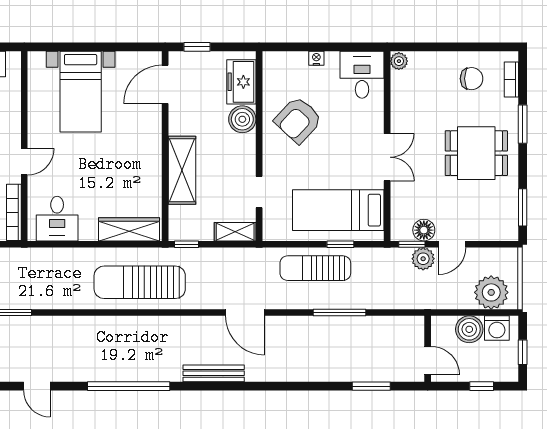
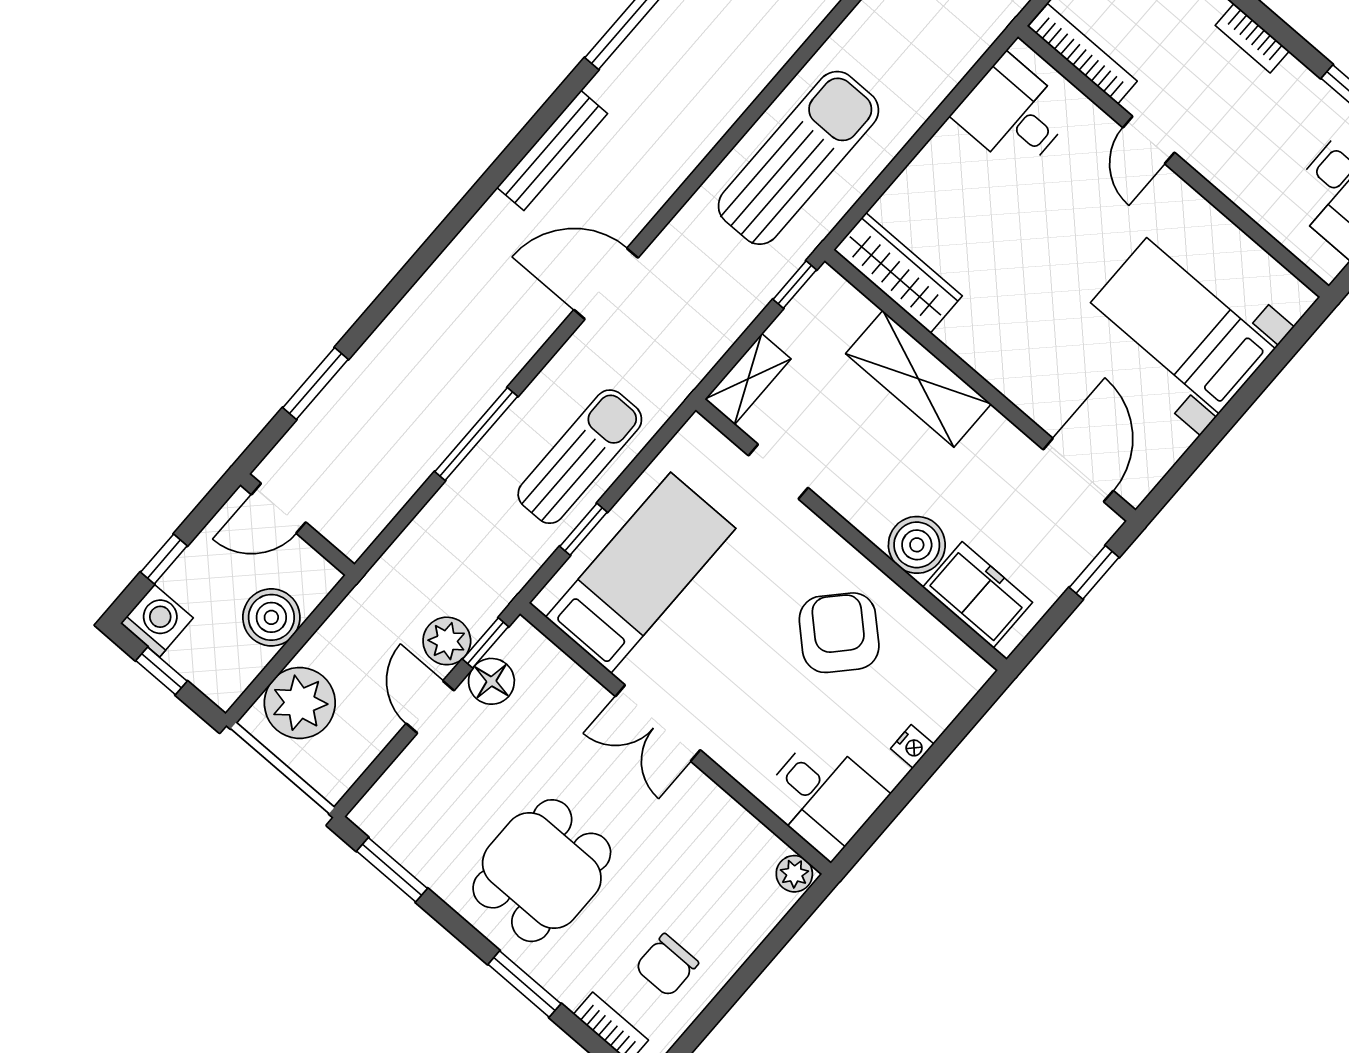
wardrobe: (129, 229) -> (898, 273), moved, turned -90
washing machine: (497, 328) -> (157, 621), moved, turned 90

